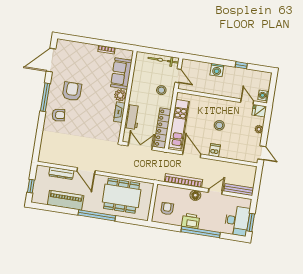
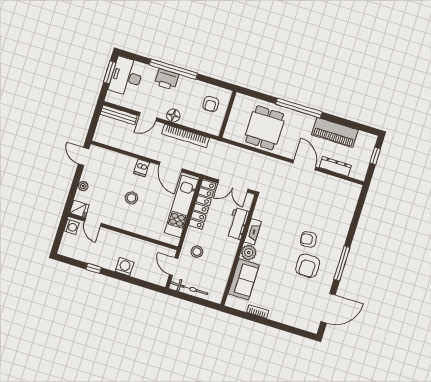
armchair: (58, 115) -> (308, 239), moved
dining table: (122, 196) -> (265, 128), width x0.73
printer: (191, 221) -> (167, 79), moved

